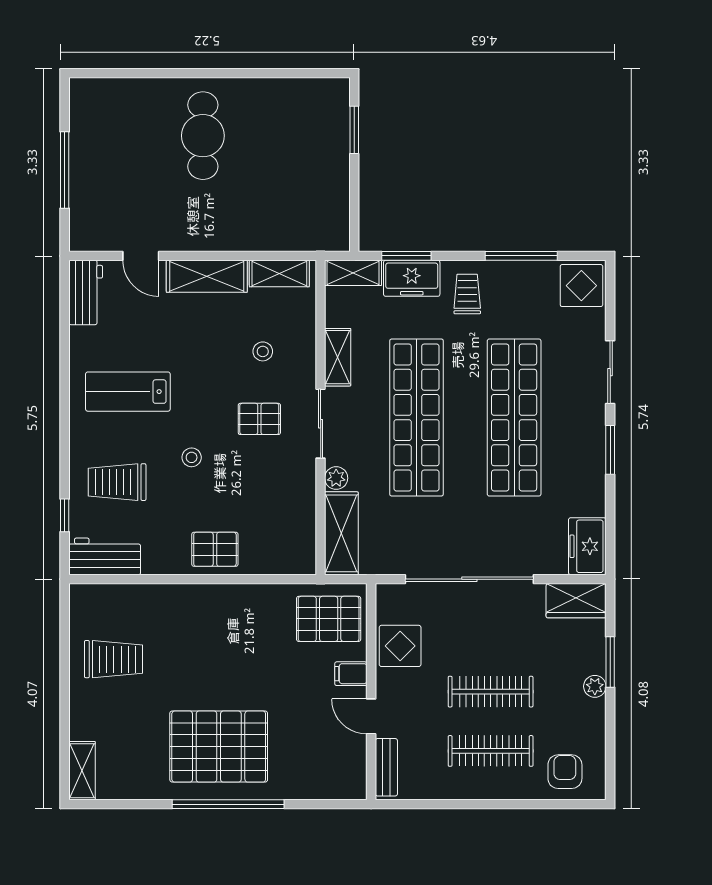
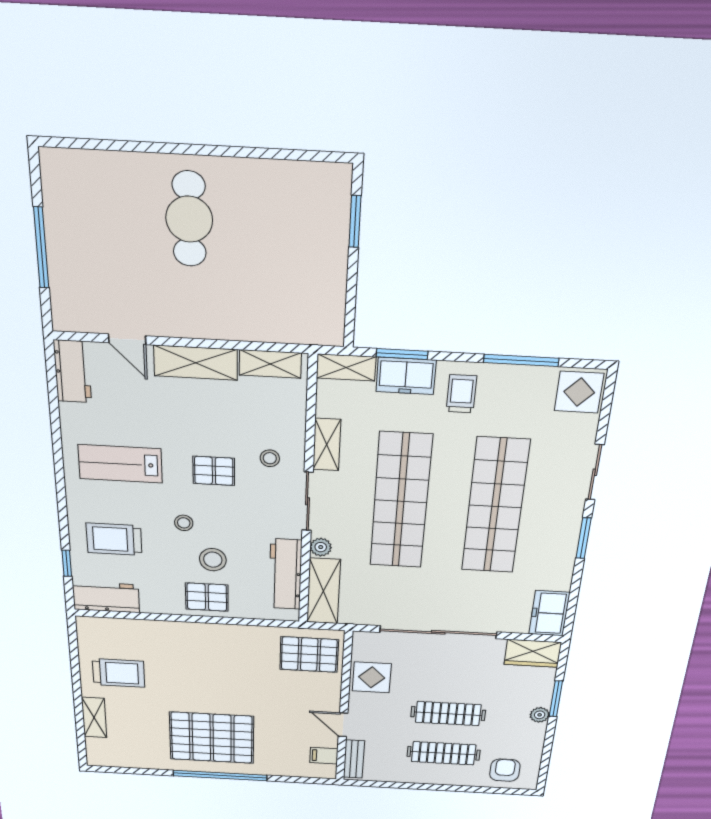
stool: (263, 351) -> (270, 458), moved
pallet: (259, 419) -> (214, 471), moved
stool: (222, 501) -> (213, 560), added
workbench: (300, 514) -> (285, 574), added
filing cabinet: (351, 674) -> (324, 756), moved
shelving: (82, 771) -> (94, 717), moved

